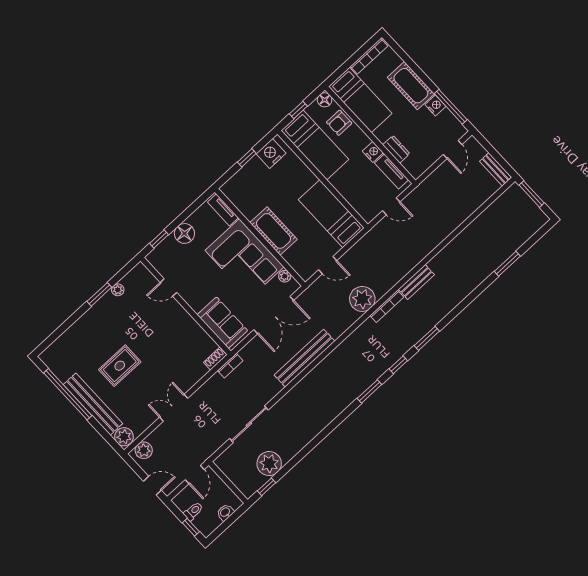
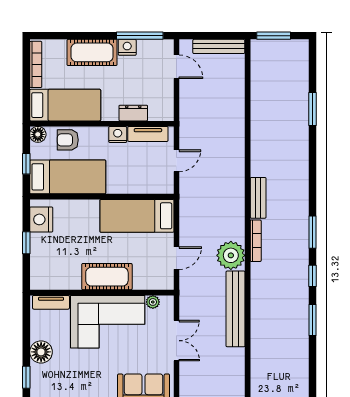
armchair: (339, 123) -> (68, 140), turned 90
bench: (496, 169) -> (219, 46), width x1.36
double door: (274, 315) -> (176, 341), width x0.73
bench: (305, 358) -> (236, 309), moved

